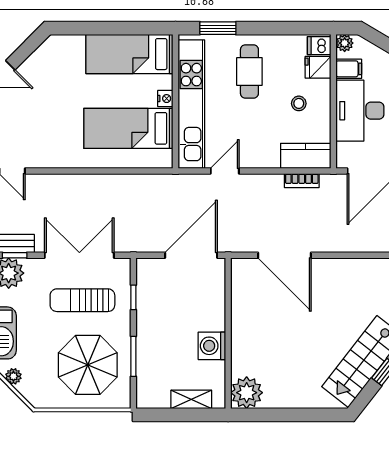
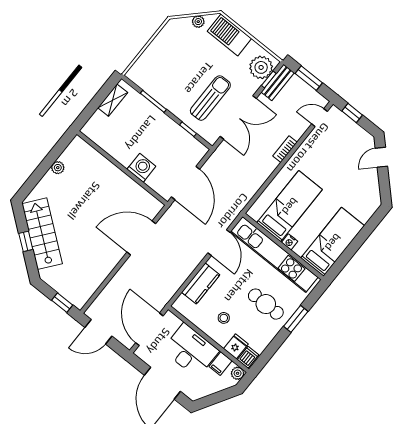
window: (218, 28) -> (296, 319), moved
kitchen counter: (306, 156) -> (201, 284), moved
door: (225, 171) -> (219, 243), width x1.38
bookcase: (302, 181) -> (285, 149), moved
washing machine: (212, 346) -> (141, 168), moved
parasol: (88, 365) -> (170, 71), removed
plant: (247, 393) -> (58, 168), moved, width x0.53, depth x0.53
shelving: (191, 399) -> (113, 100), moved

